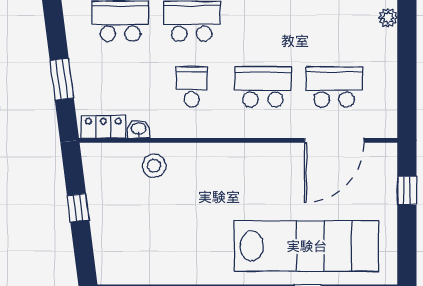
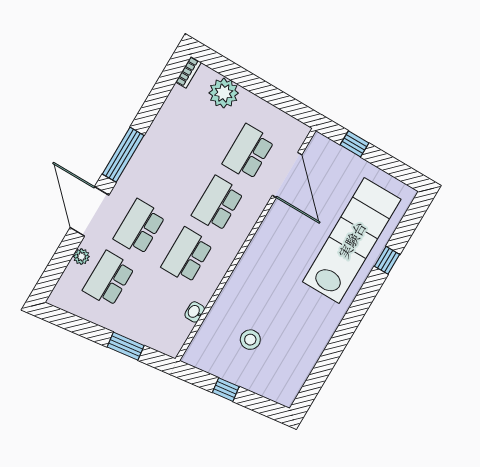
plant: (388, 18) -> (224, 93), width x1.87, depth x1.87
school desk: (192, 87) -> (187, 255), width x1.85
locker: (103, 127) -> (178, 336), removed
stool: (154, 166) -> (250, 340), moved

